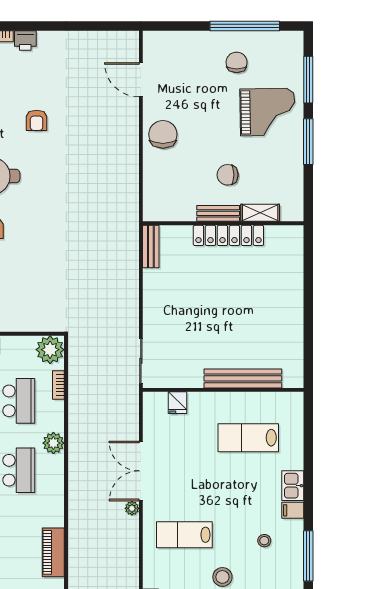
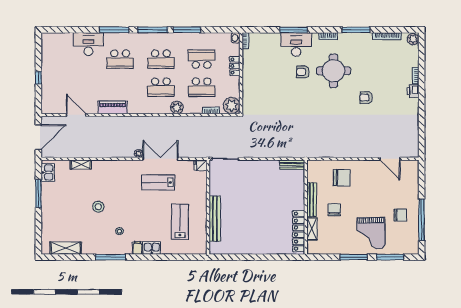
door: (141, 80) -> (390, 159), swing flipped
chair: (163, 134) -> (342, 178), moved
bench: (218, 213) -> (312, 200), width x1.36
locker: (228, 235) -> (299, 231), moved
fridge: (178, 403) -> (200, 165), moved
lab bench: (184, 535) -> (158, 182), moved, turned -90

